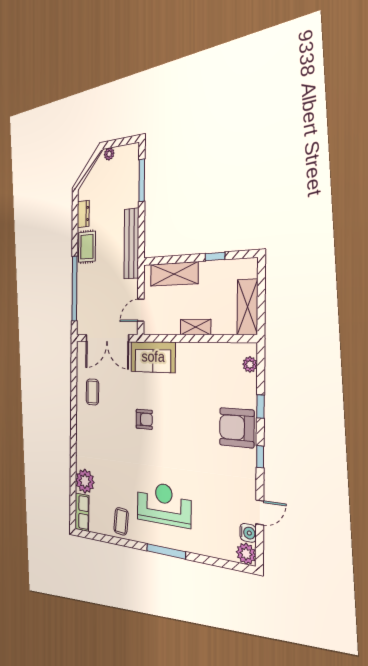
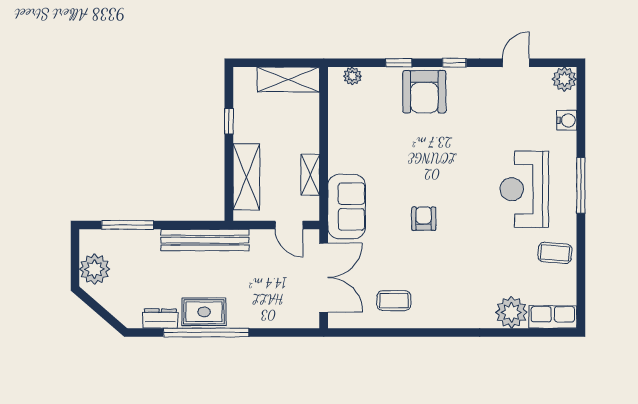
plant: (109, 154) -> (94, 269), width x1.88, depth x1.88
window: (75, 289) -> (206, 332), moved
shelving: (195, 327) -> (310, 175), moved
door: (260, 512) -> (516, 63), hinge flipped
water cooler: (248, 533) -> (567, 120), moved, turned 90

